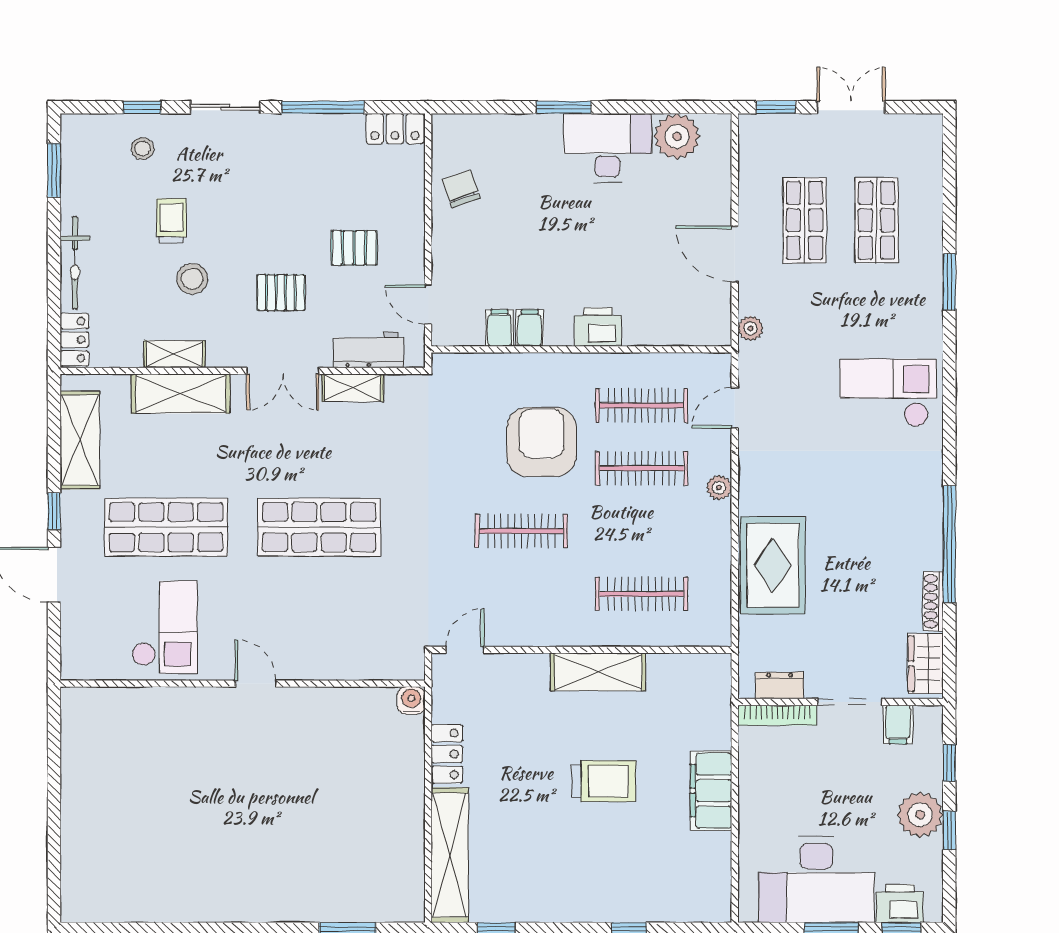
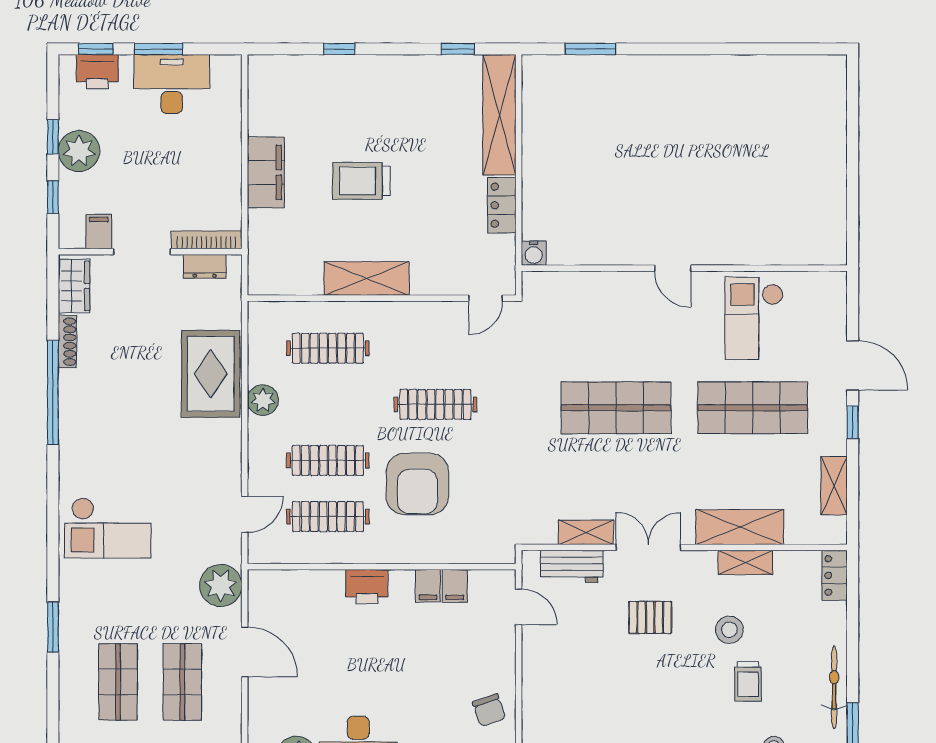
pallet: (354, 248) -> (585, 657), removed
bicycle: (75, 263) -> (834, 687), moved
plant: (750, 328) -> (221, 585), width x1.87, depth x1.87
shelving: (80, 440) -> (834, 486), width x0.67, depth x0.75
plant: (719, 488) -> (263, 400), moved, width x1.38, depth x1.38
desk: (816, 880) -> (172, 84), width x0.73, depth x0.77

